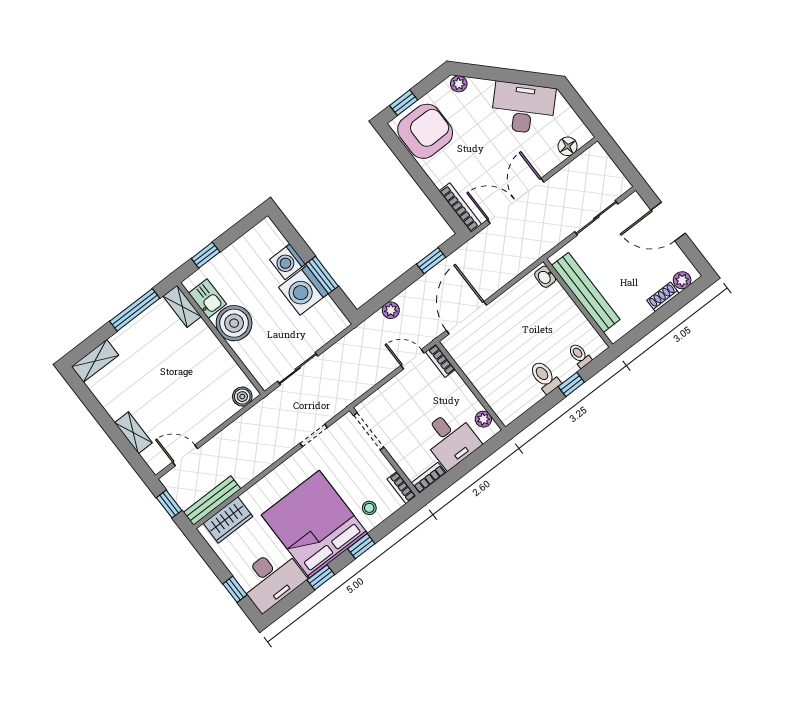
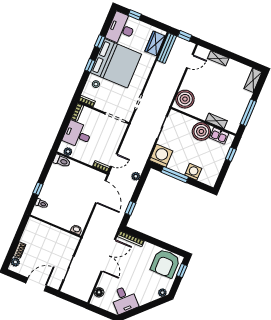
desk: (523, 108) -> (124, 300), width x0.73
window: (322, 275) -> (175, 175), width x1.44
washing machine: (303, 290) -> (161, 156), moved
bench: (586, 292) -> (55, 233), removed
shelving: (182, 306) -> (216, 121), moved
toilet: (545, 377) -> (62, 161), moved
boiler: (242, 397) -> (185, 99), width x1.86, depth x1.86

